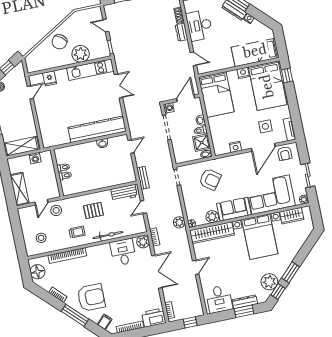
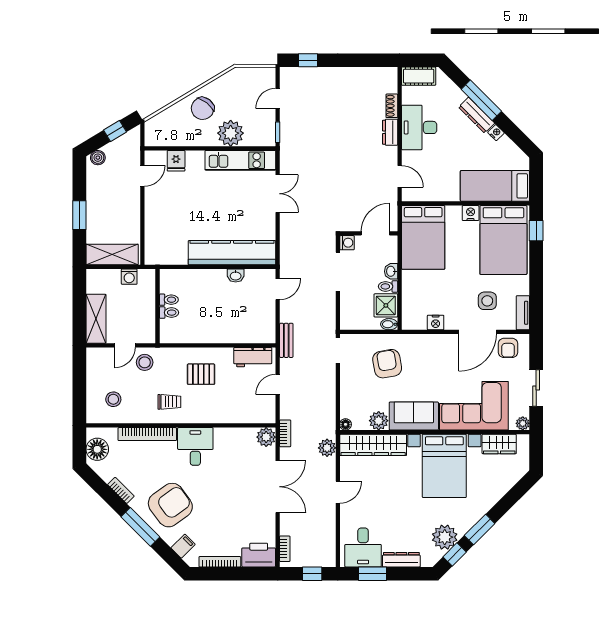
door: (106, 26) -> (278, 98), hinge flipped
armchair: (210, 179) -> (387, 364), turned -137
plant: (179, 222) -> (327, 448), moved
bicycle: (108, 235) -> (215, 416), removed
desk: (123, 252) -> (195, 446), moved
armchair: (91, 297) -> (170, 505), turned -36
window: (244, 311) -> (373, 574), moved

